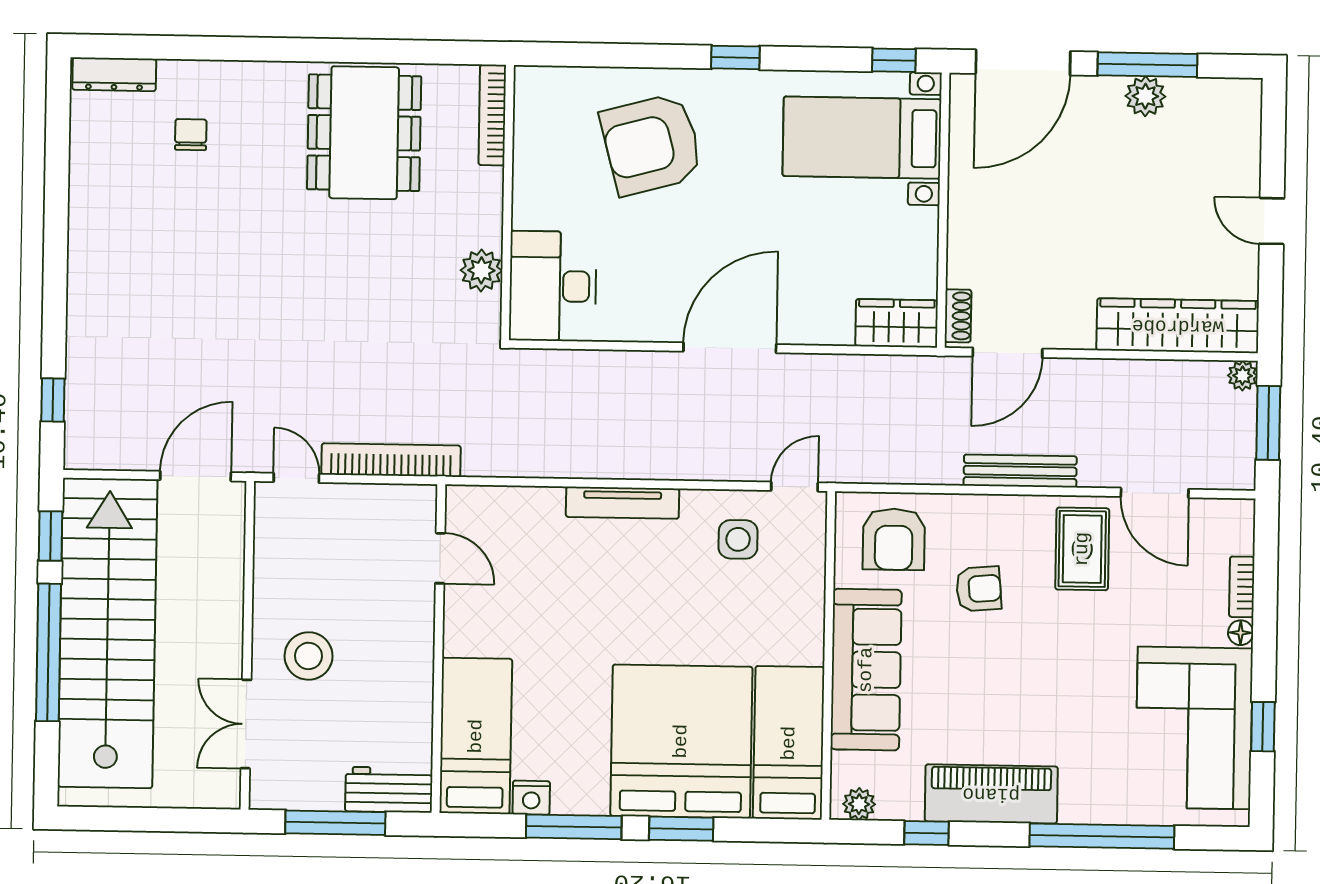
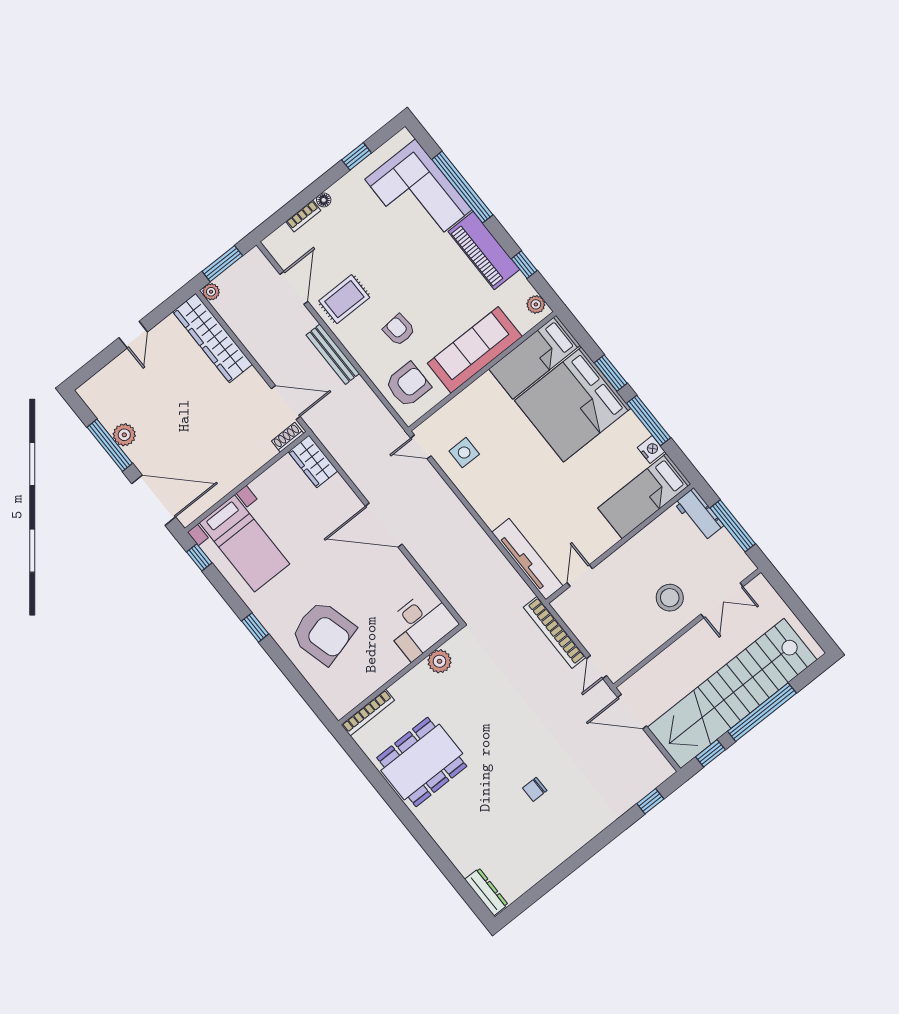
chair: (191, 135) -> (535, 789), moved
tv unit: (623, 503) -> (527, 559), moved, width x1.36, depth x1.29
corner sofa: (1194, 728) -> (418, 195), moved, turned 90

